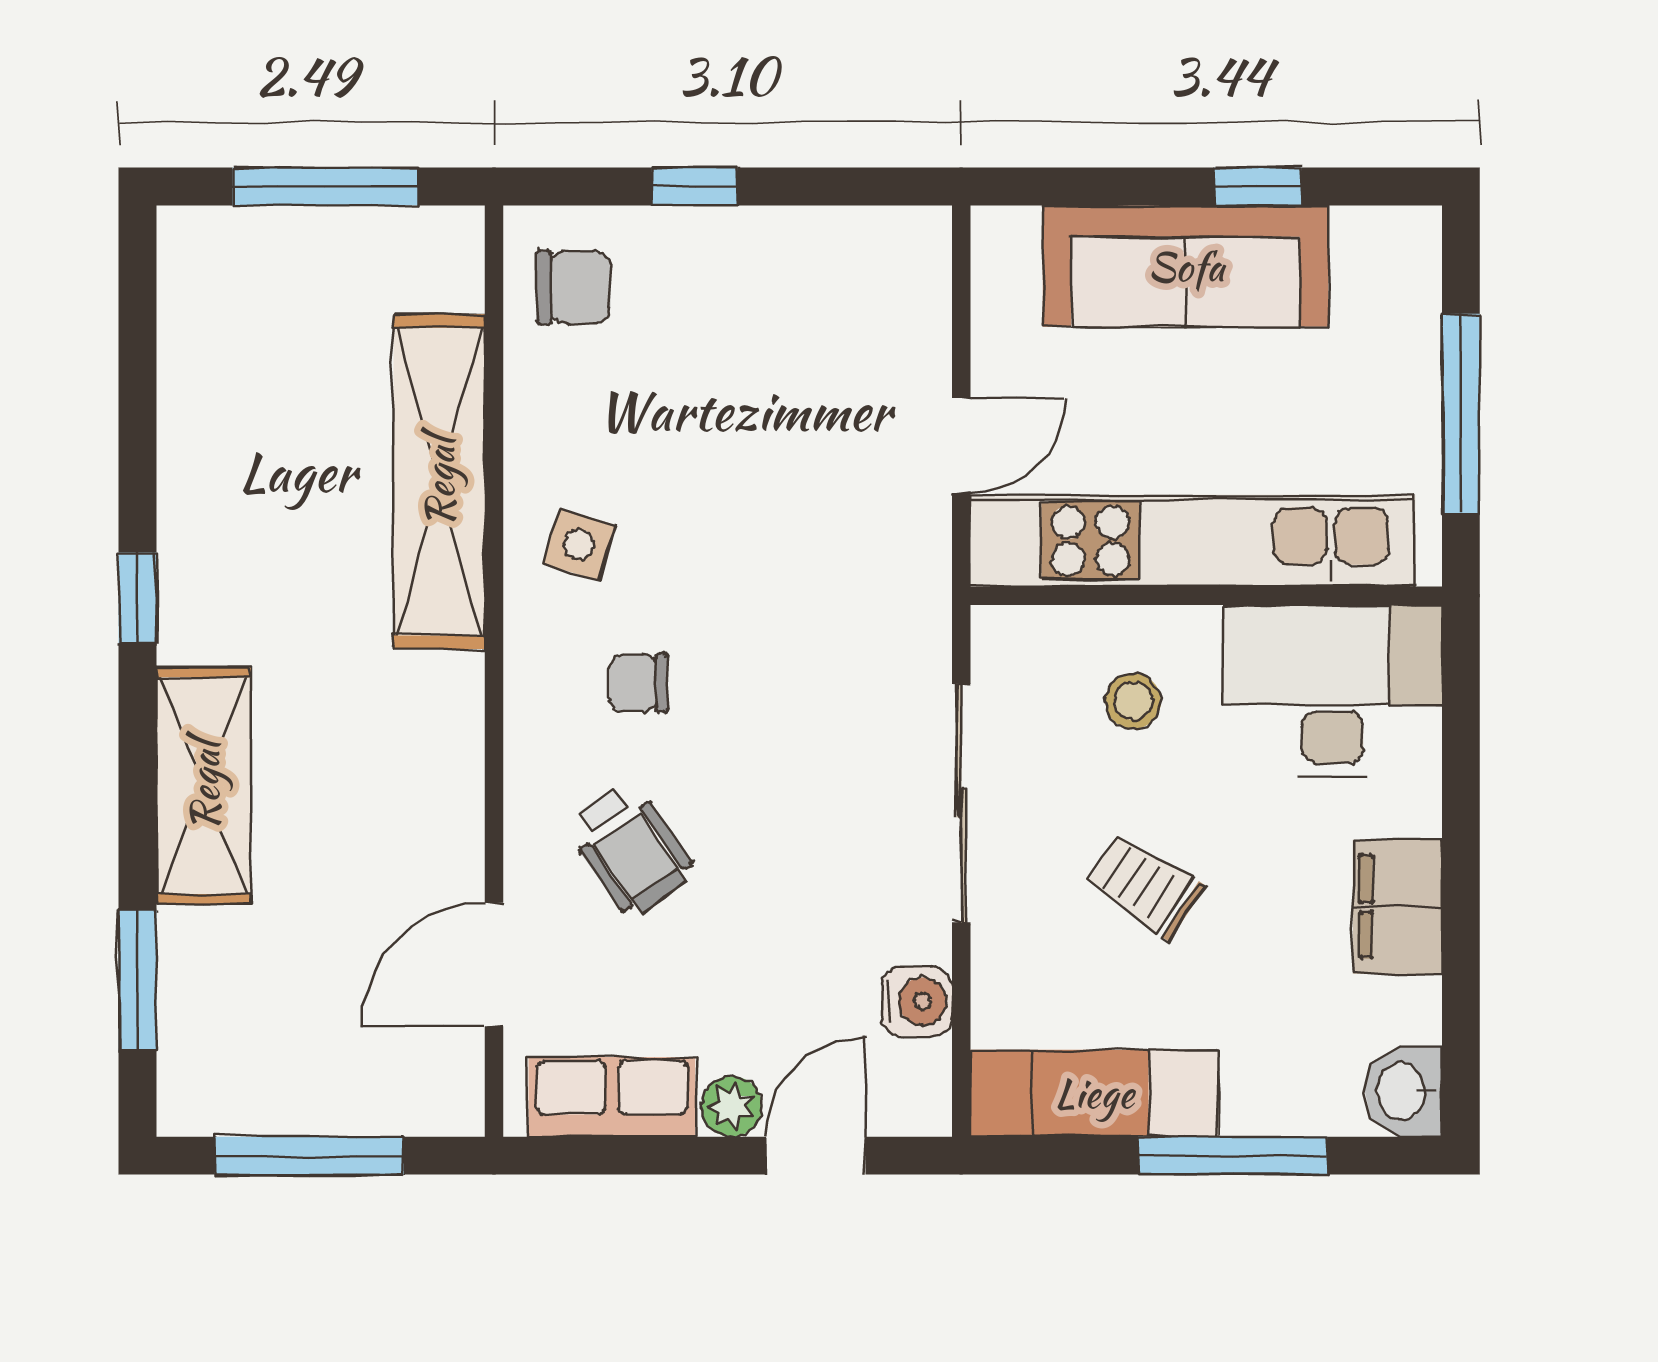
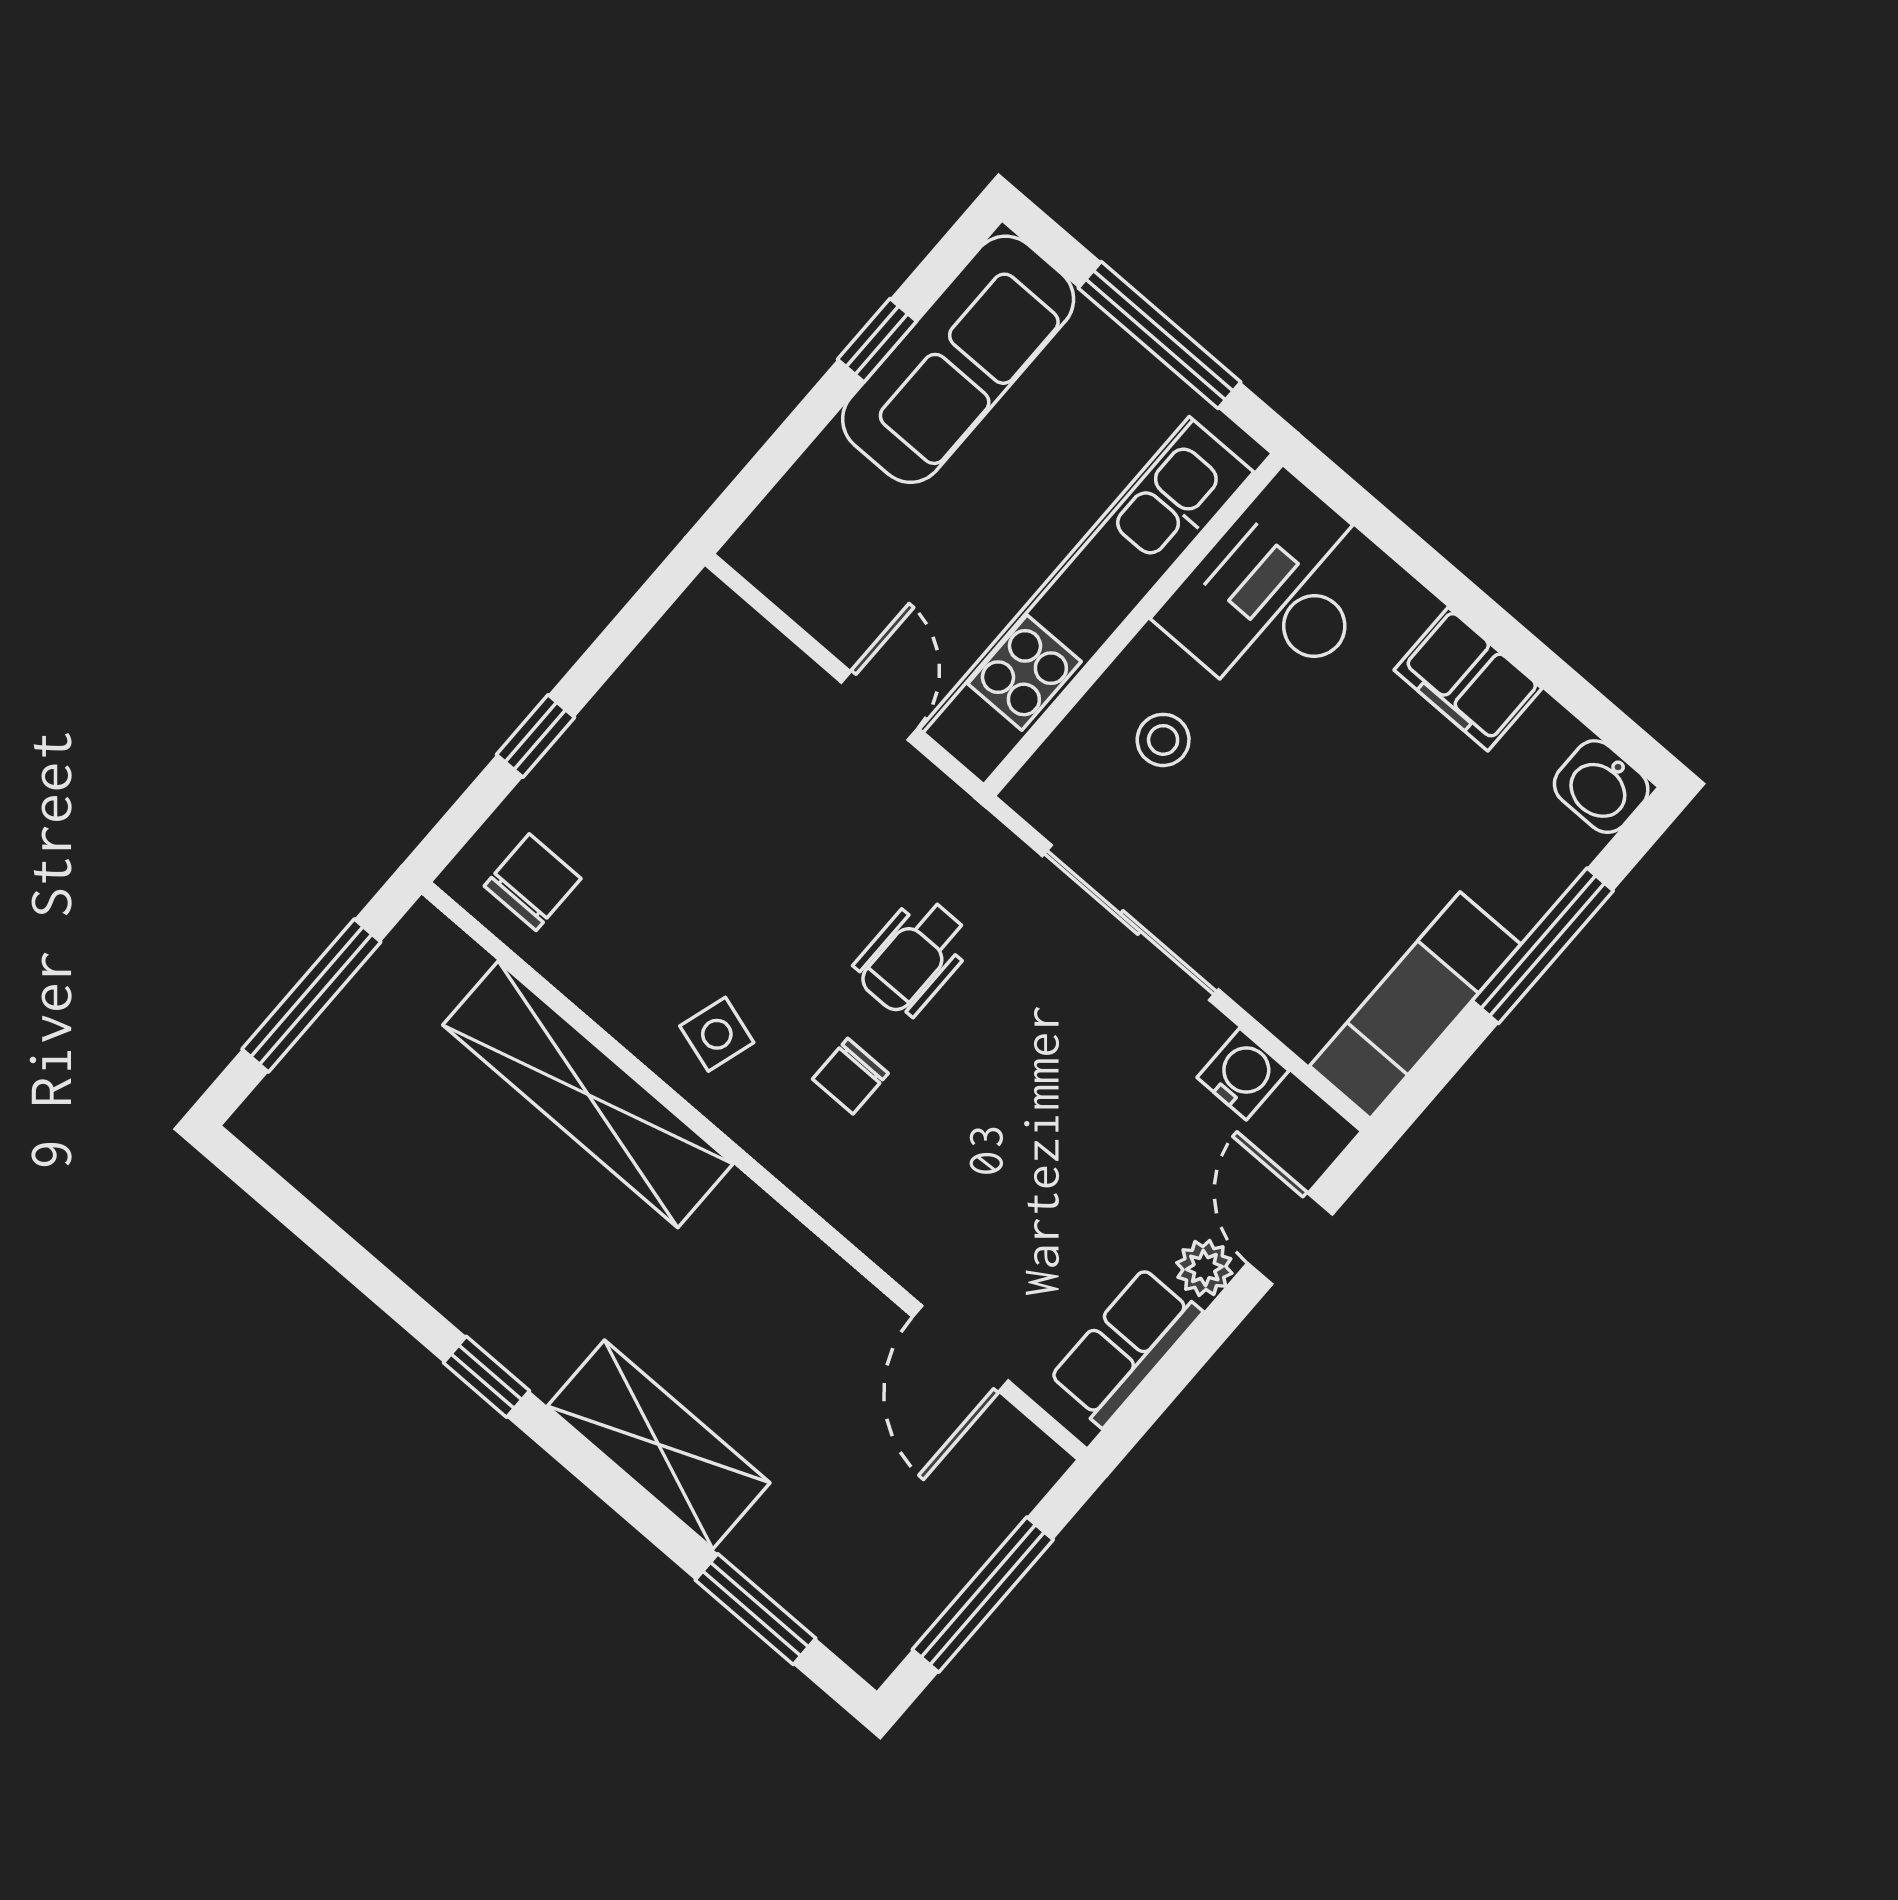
sofa: (1186, 266) -> (958, 359), moved
wheelchair: (631, 849) -> (913, 957), moved, turned 125
trolley: (1145, 886) -> (1300, 844), removed

